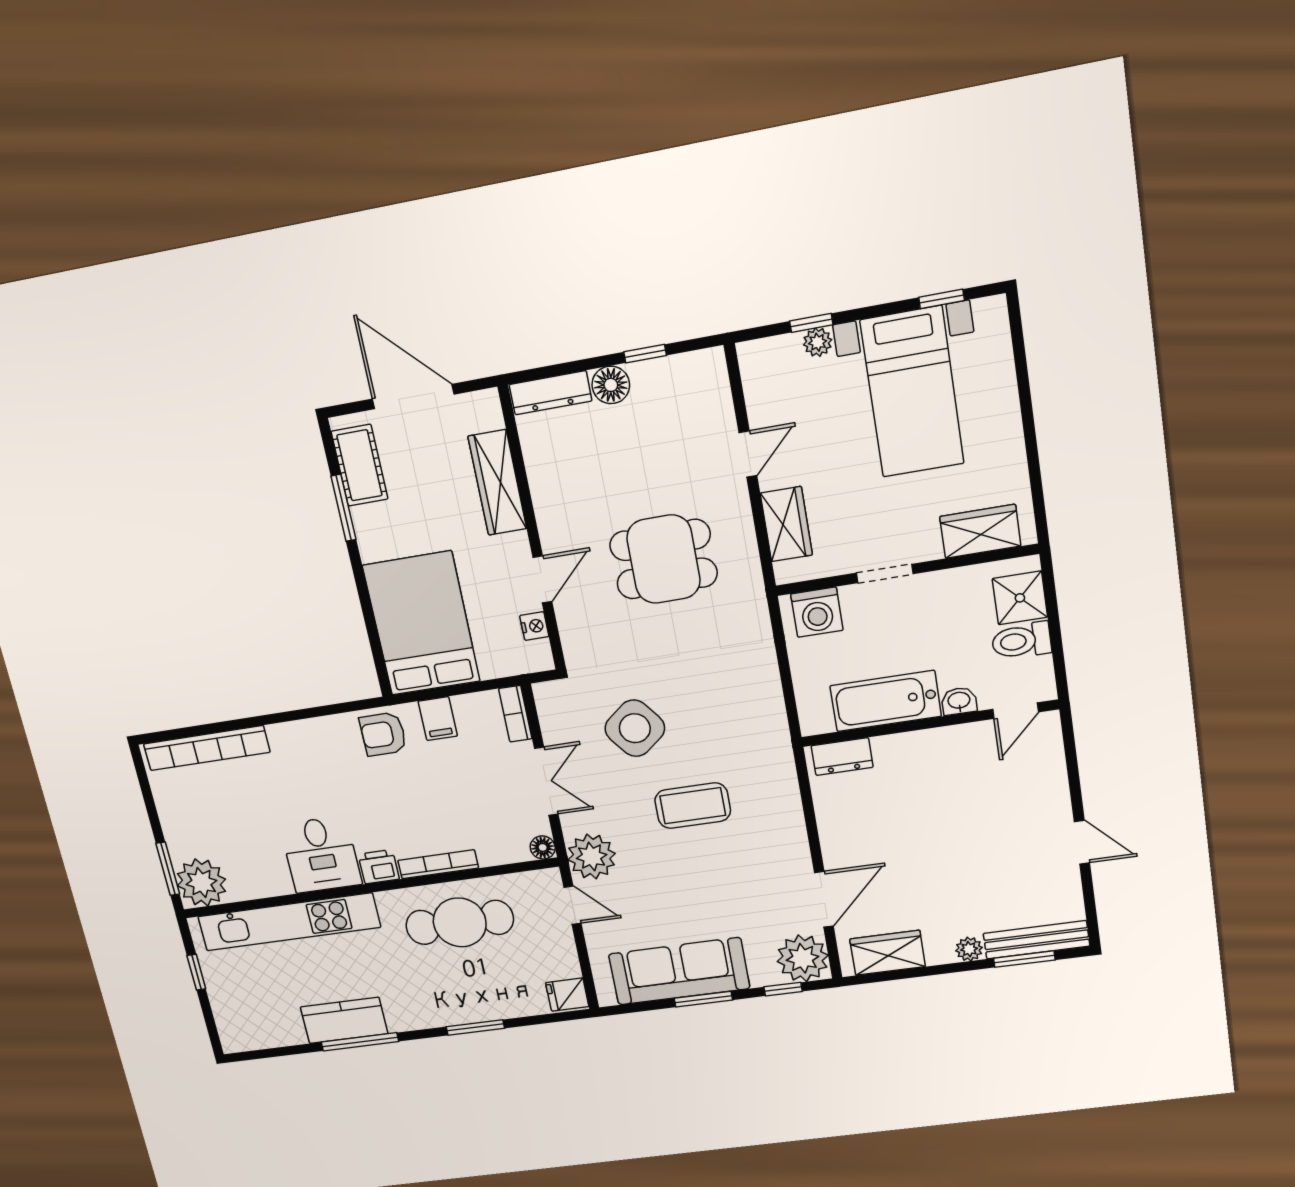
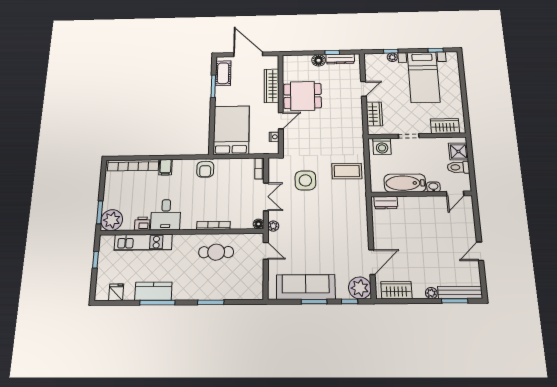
dresser: (551, 393) -> (340, 59), moved
dining table: (664, 559) -> (303, 96), moved
filing cabinet: (438, 719) -> (165, 167), moved
side table: (635, 728) -> (305, 180), turned 38
armchair: (383, 734) -> (205, 169), turned -90
coffee table: (693, 806) -> (347, 171), moved
door: (1082, 842) -> (480, 251), swing flipped
plant: (592, 857) -> (273, 226), width x0.53, depth x0.53
printer: (379, 867) -> (142, 224), moved
kitchen unit: (289, 922) -> (143, 242), width x0.73
cafe table: (460, 922) -> (216, 252), width x0.73, depth x0.74
fridge: (567, 995) -> (116, 292), moved, turned 90

